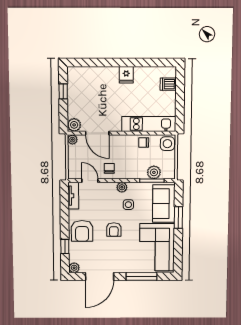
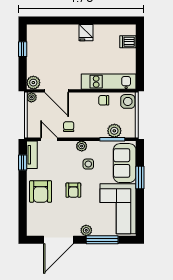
window: (65, 246) -> (23, 163), moved
plant: (74, 268) -> (86, 230), moved

